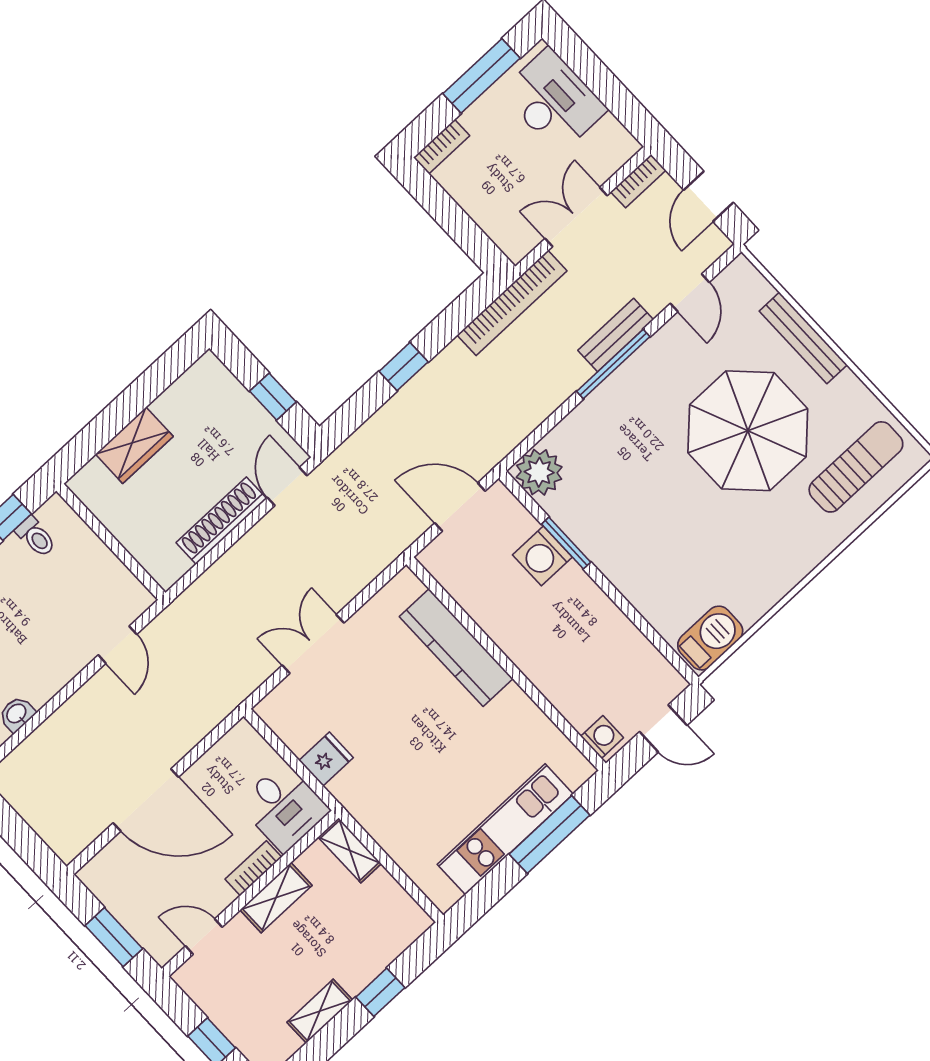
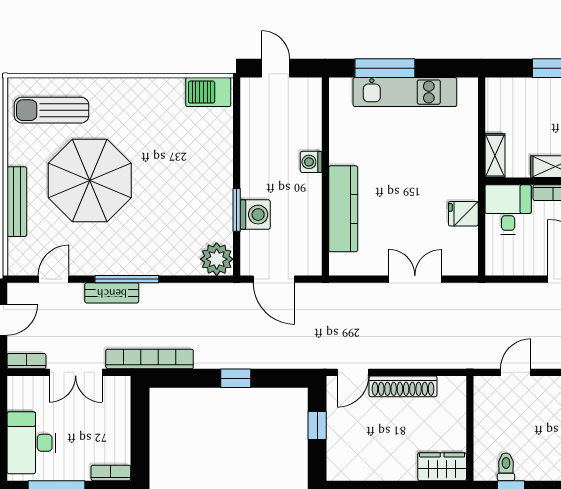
wardrobe: (134, 445) -> (442, 467), moved
double door: (313, 644) -> (415, 279), swing flipped
washing machine: (602, 737) -> (311, 162), moved

